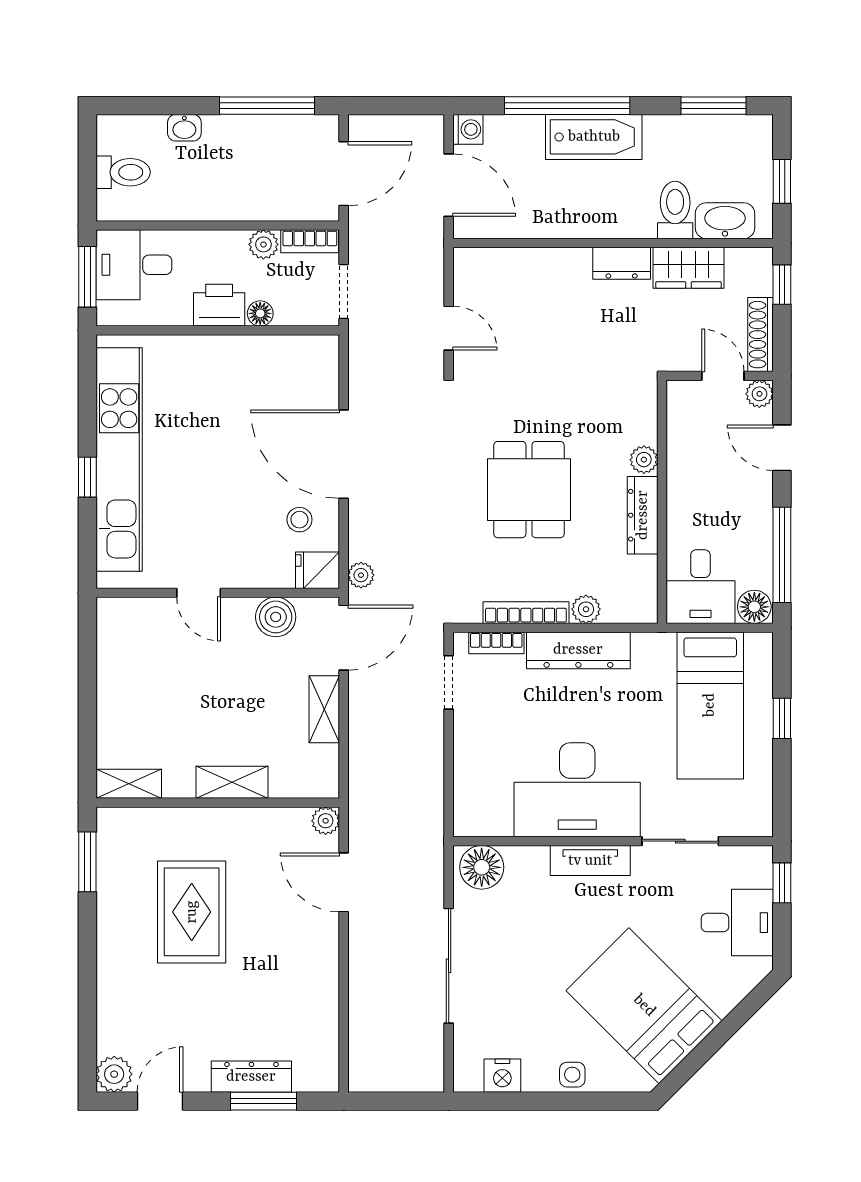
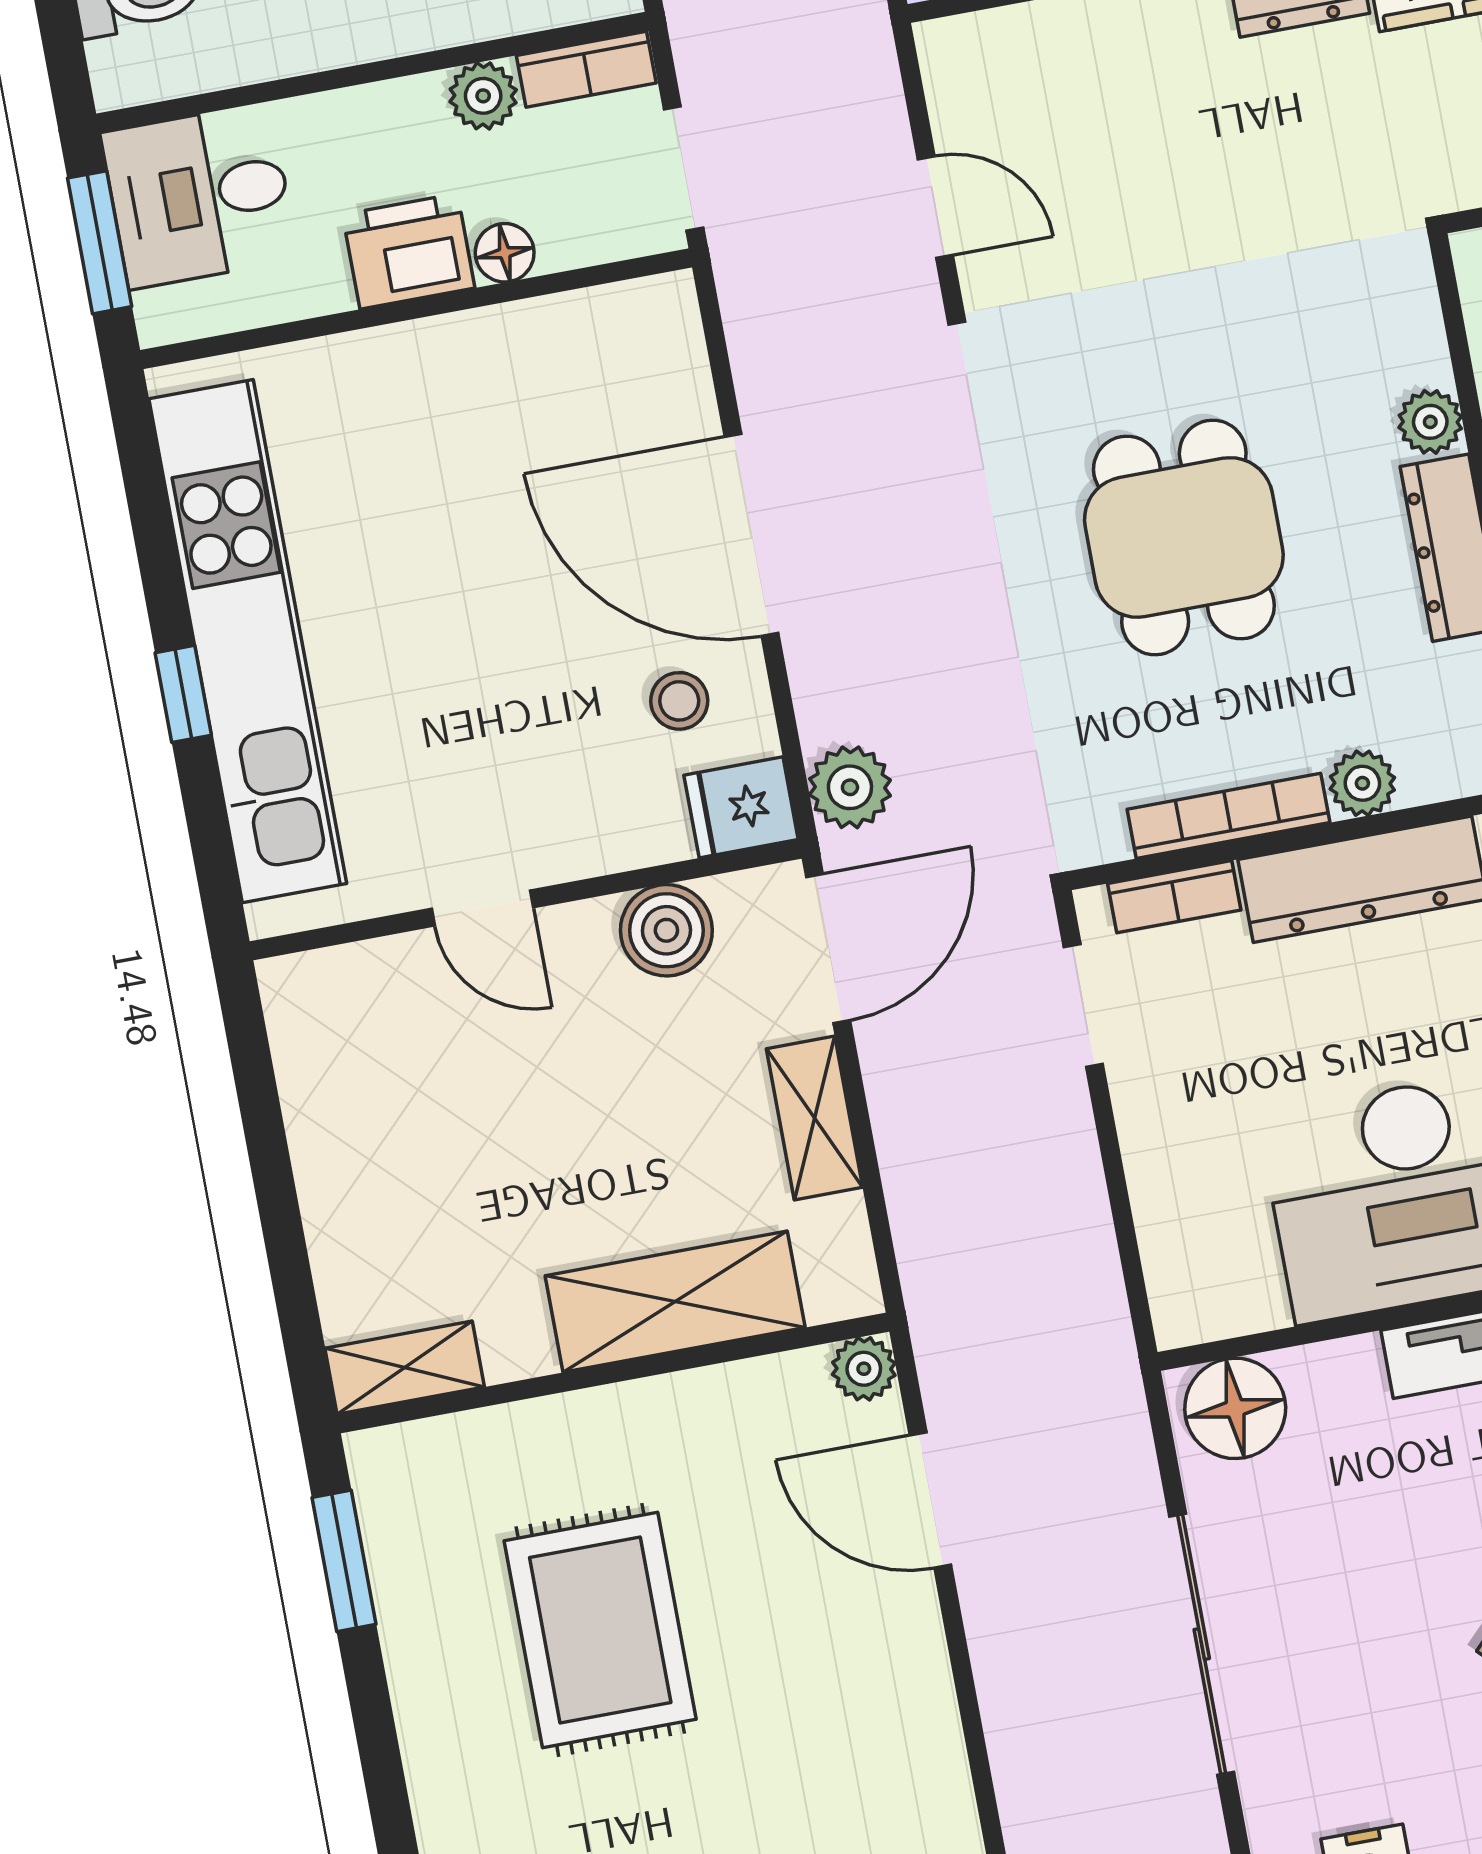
plant: (361, 575) -> (850, 787), width x1.38, depth x1.38
shelving: (232, 782) -> (675, 1302), width x1.50, depth x1.33

